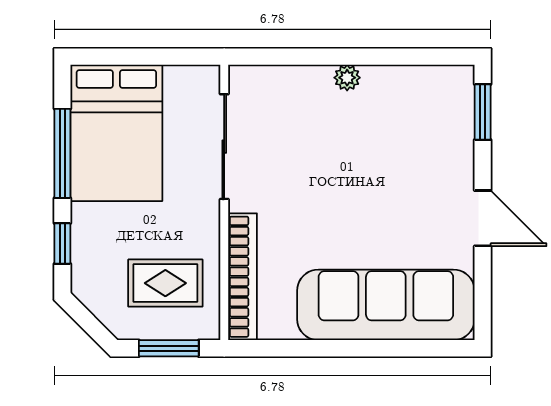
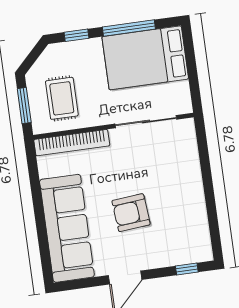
plant: (347, 78) -> (196, 187), removed
window: (483, 112) -> (187, 269), width x0.67
armchair: (375, 193) -> (131, 213), added

